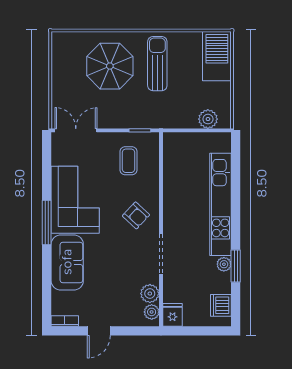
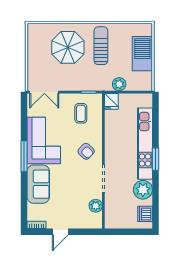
barbecue: (217, 56) -> (142, 54), moved
plant: (208, 119) -> (119, 84), moved
double door: (76, 130) -> (44, 92), swing flipped
plant: (224, 264) -> (143, 190), width x1.88, depth x1.88
window: (236, 266) -> (155, 159), moved
plant: (152, 312) -> (97, 219), removed
fridge: (172, 315) -> (111, 101), moved, turned 180

